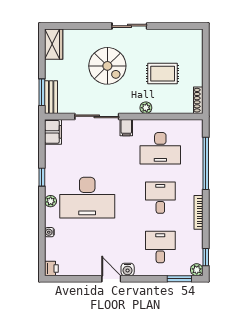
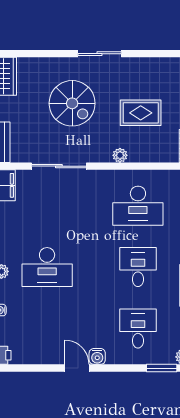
filing cabinet: (126, 128) -> (96, 180), removed
desk: (87, 198) -> (47, 267), width x0.73, depth x0.77

